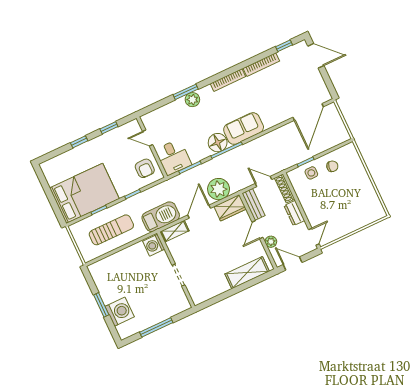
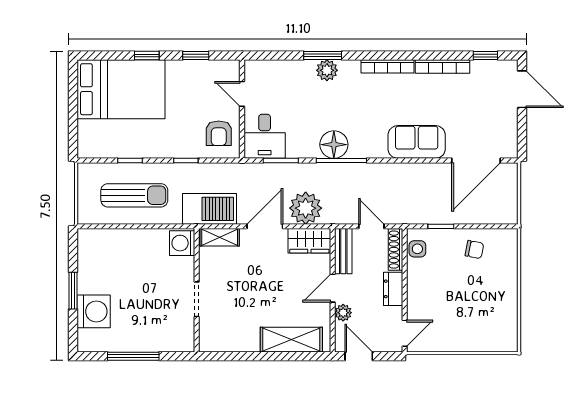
sofa: (244, 129) -> (417, 142), moved
side table: (311, 173) -> (417, 249), moved
bed: (84, 193) -> (121, 89), moved

